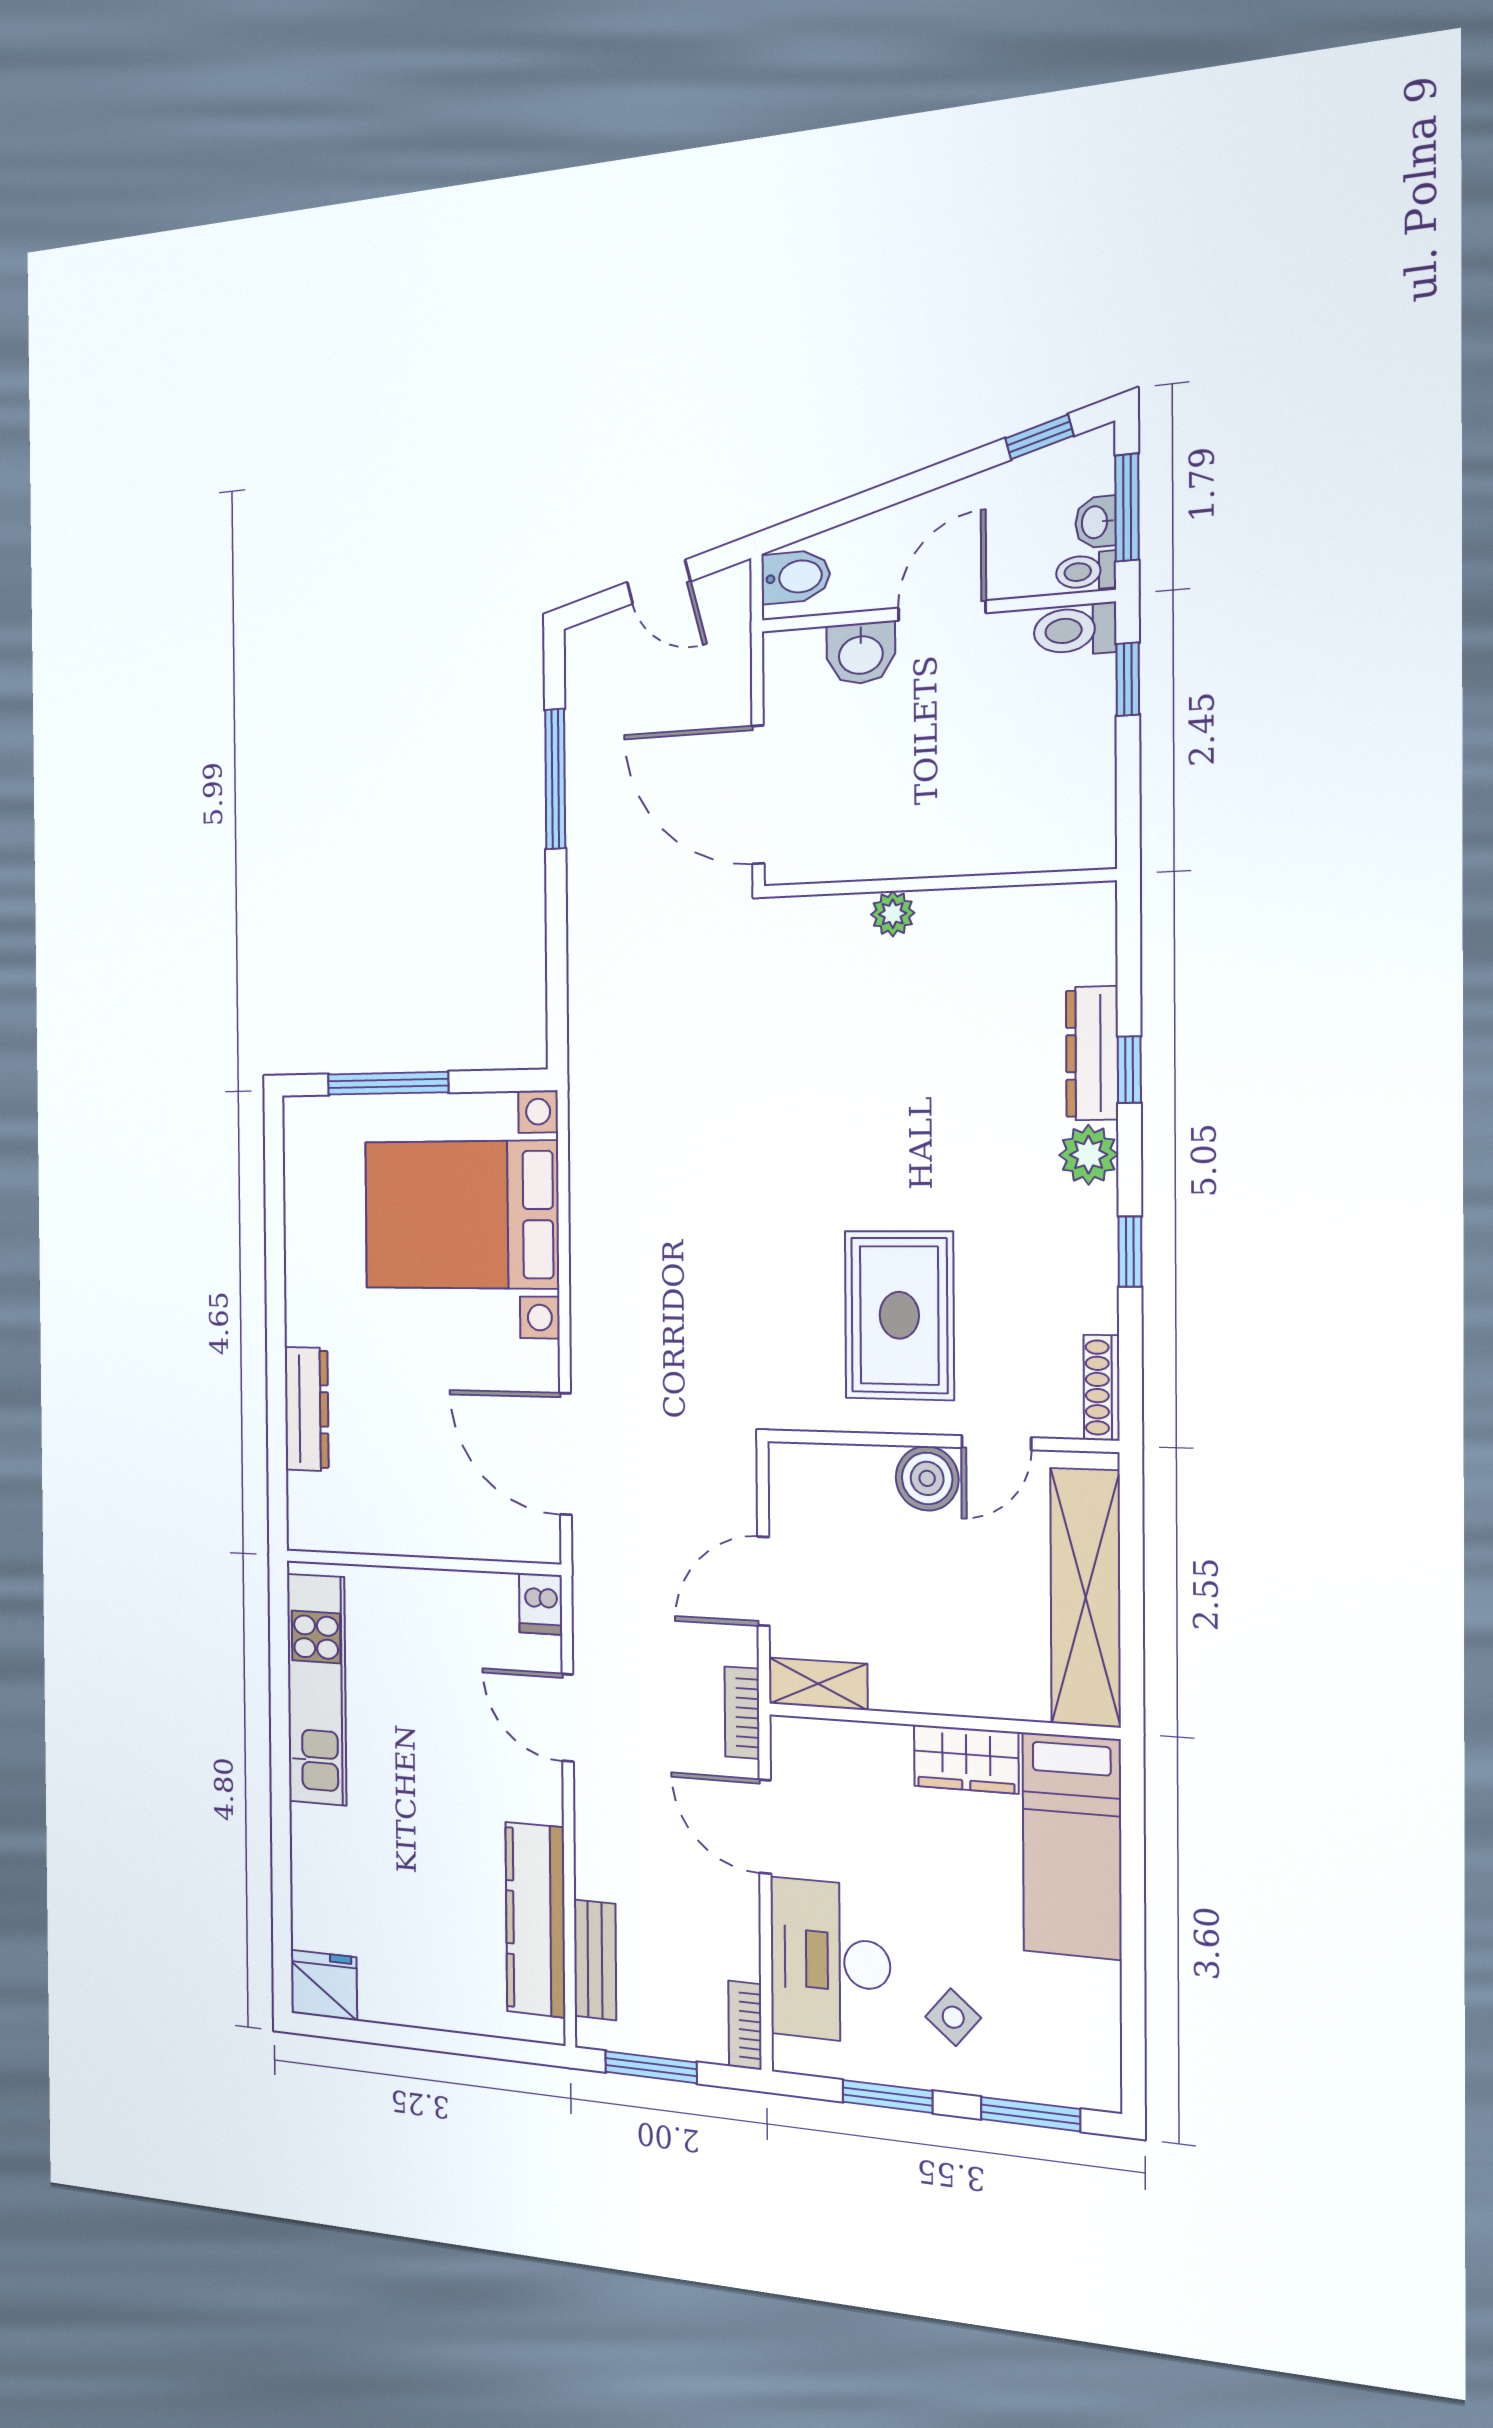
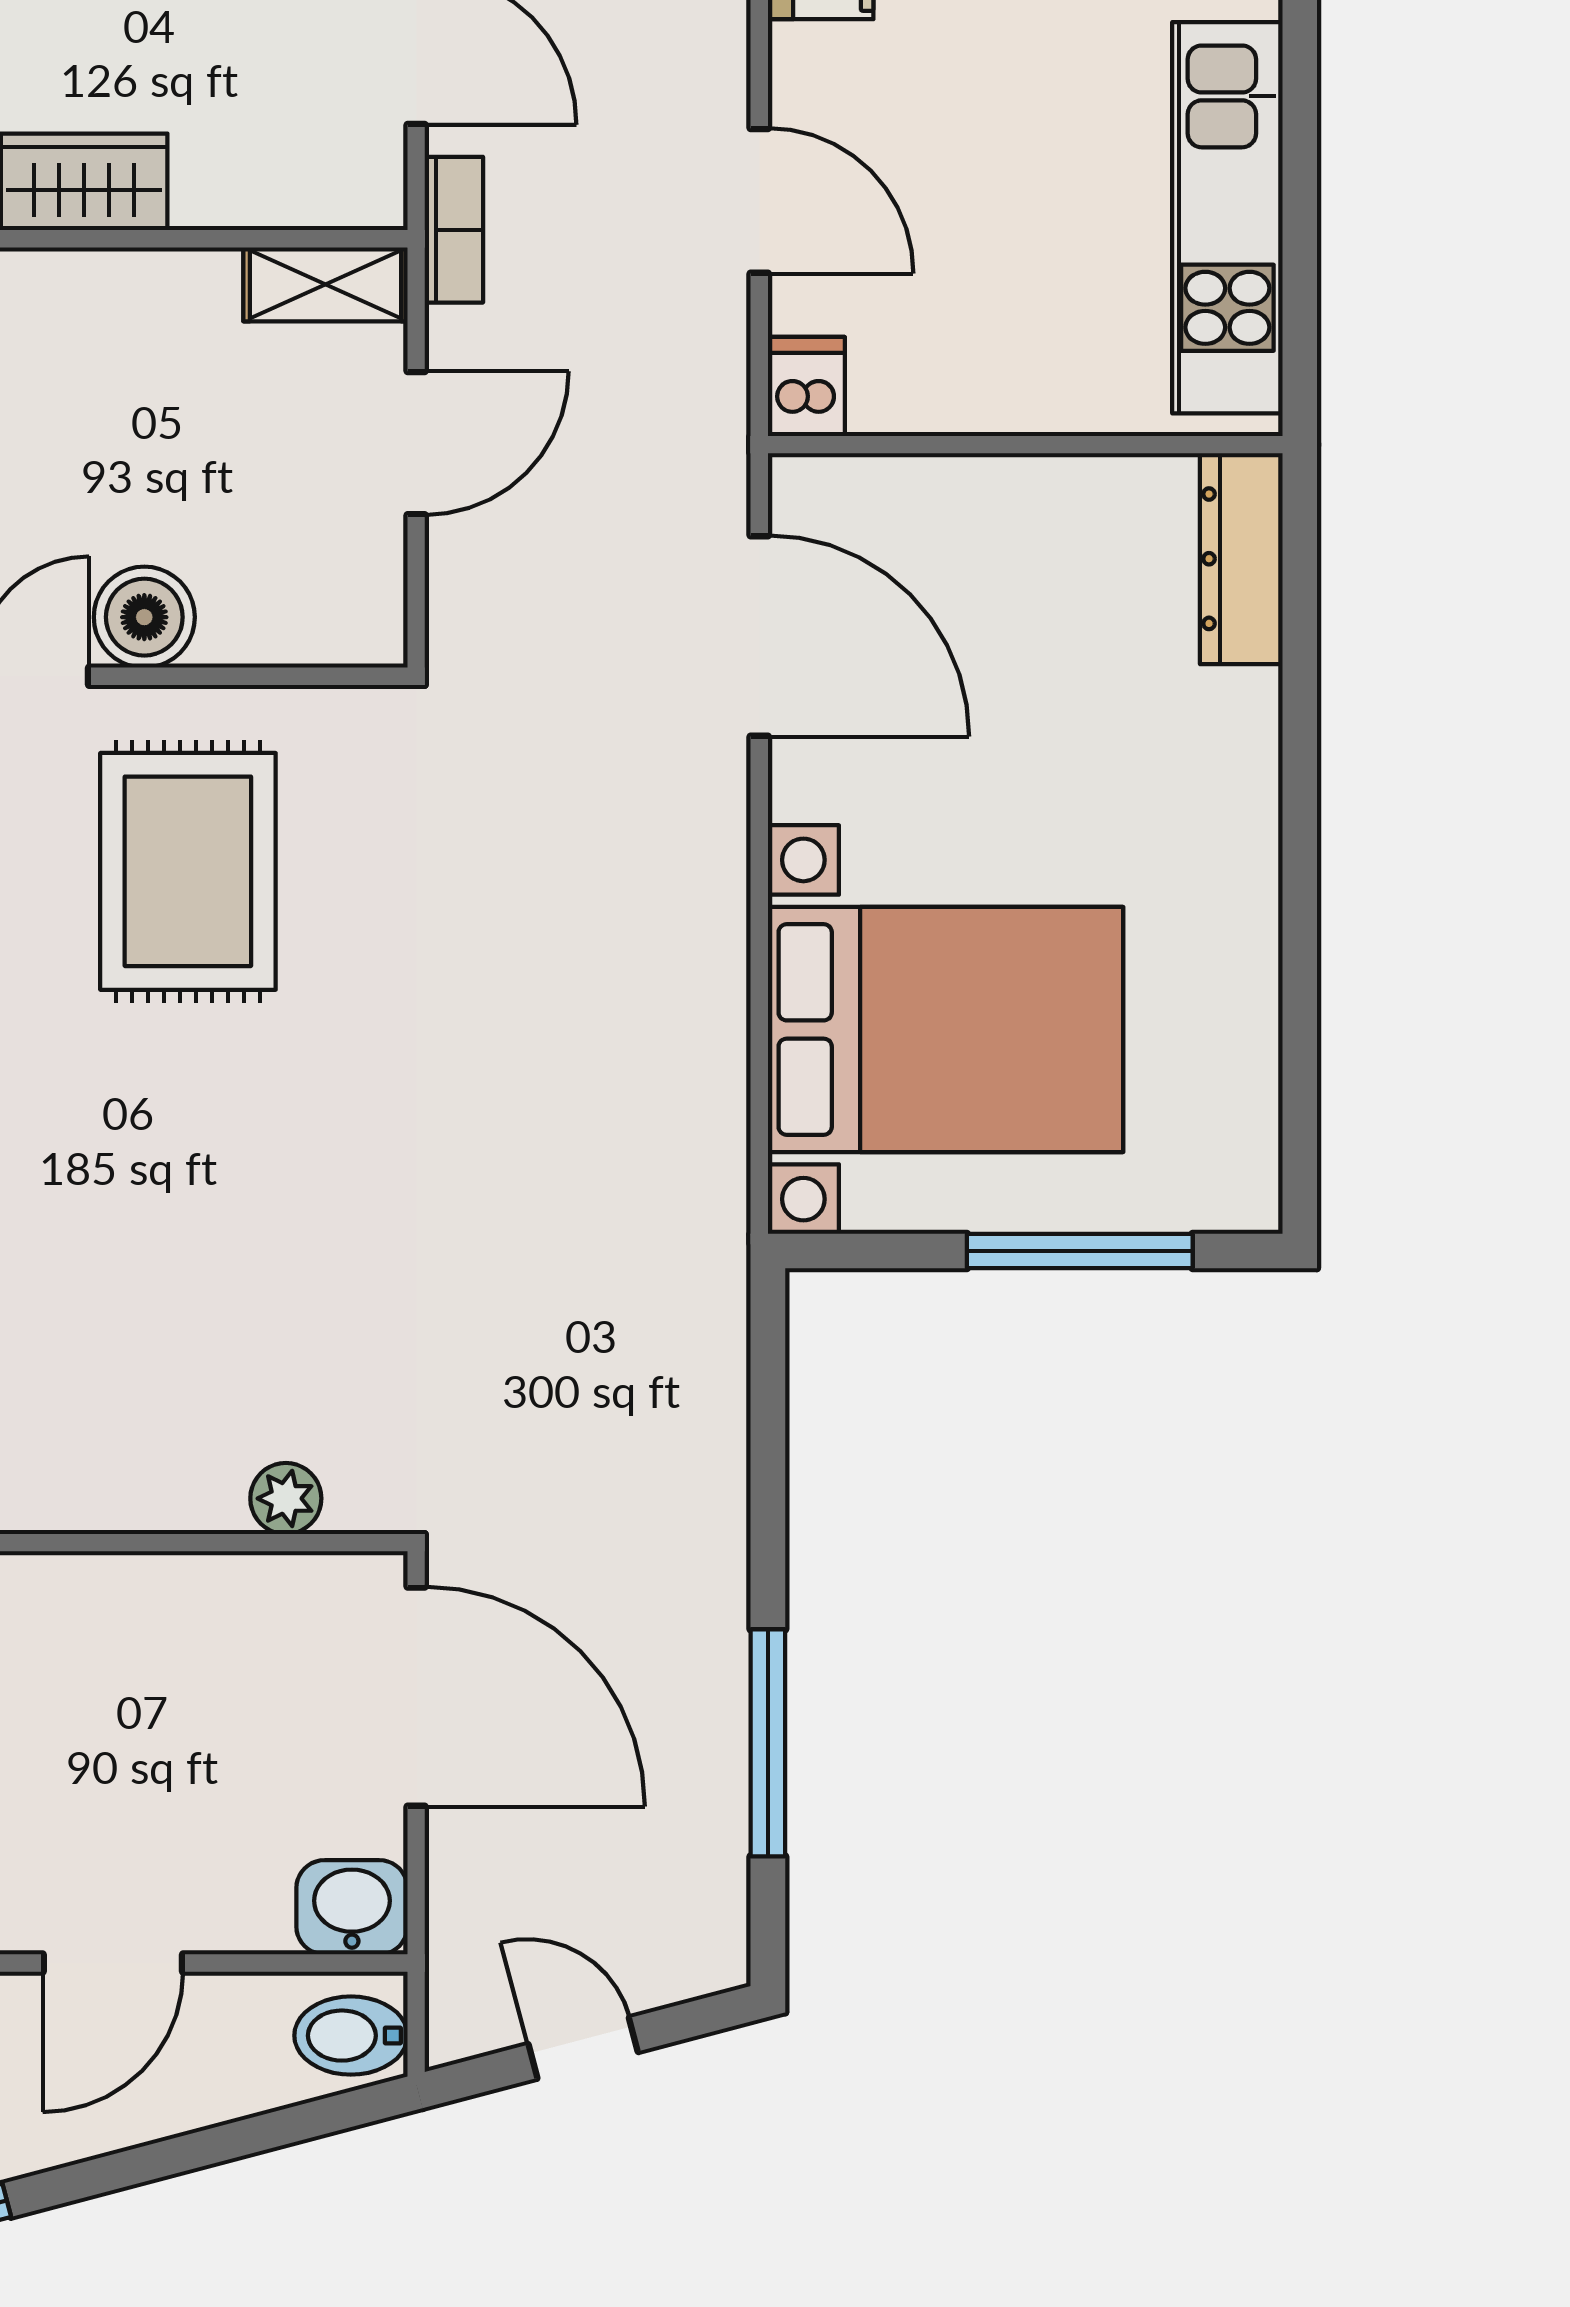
washbasin: (861, 653) -> (352, 1907), moved
plant: (893, 914) -> (286, 1498), moved
dresser: (307, 1409) -> (1241, 559), moved

